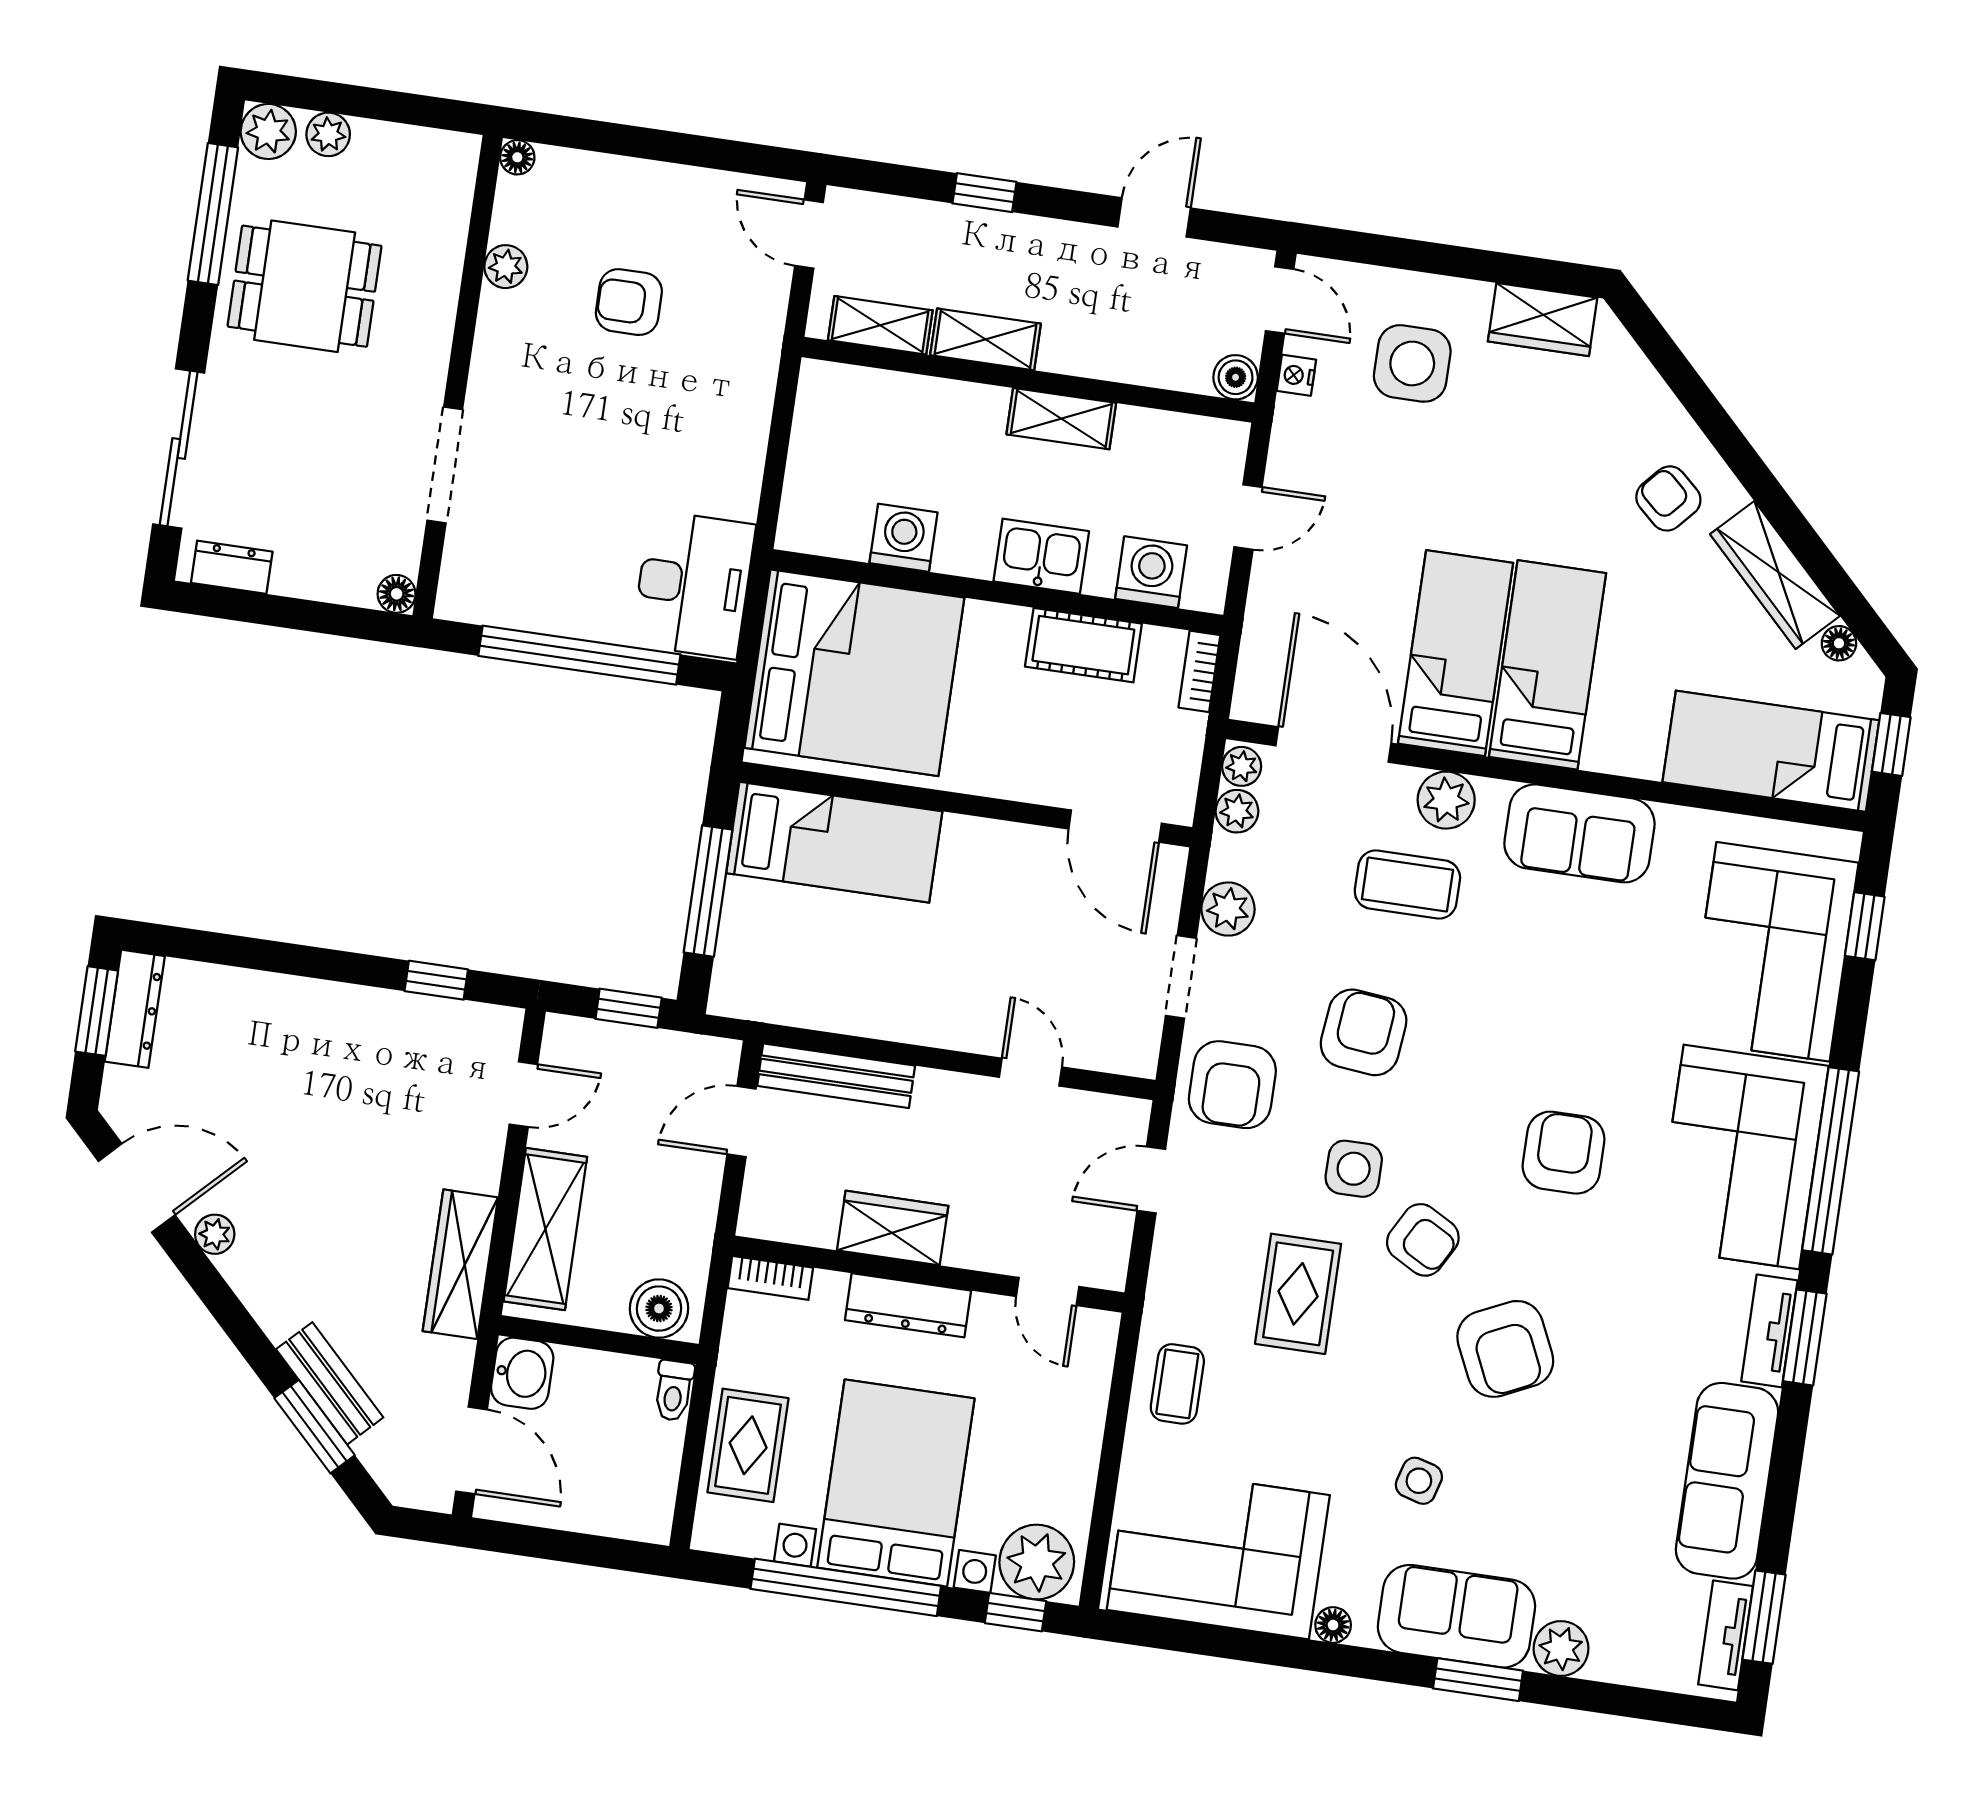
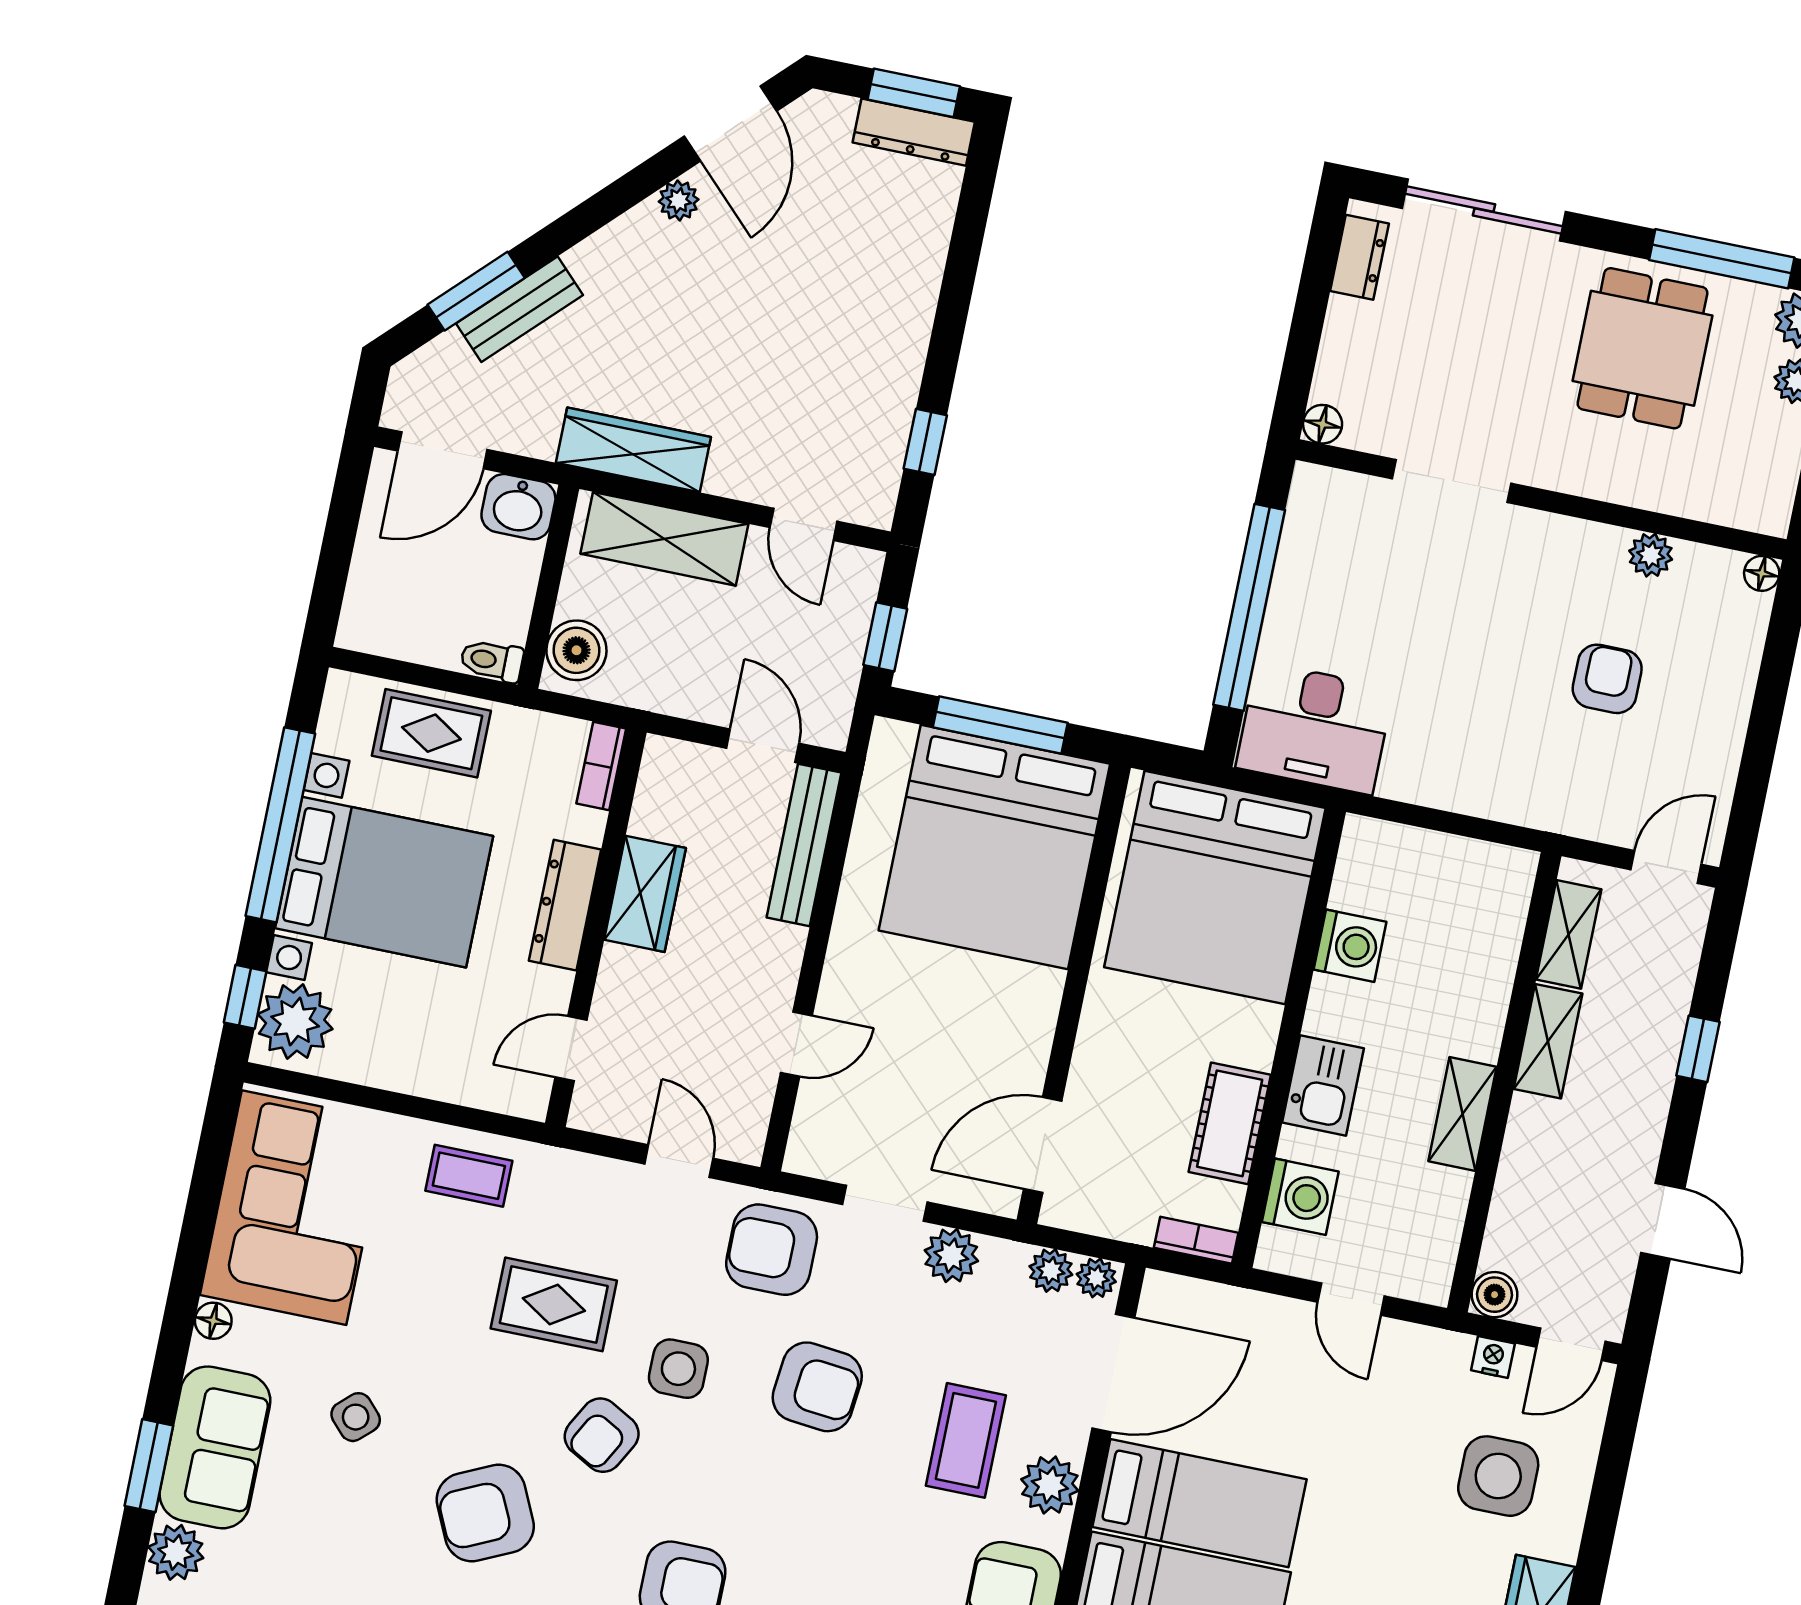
bed: (834, 842) -> (994, 847), width x2.04
side table: (1419, 1481) -> (356, 1417), turned 31

